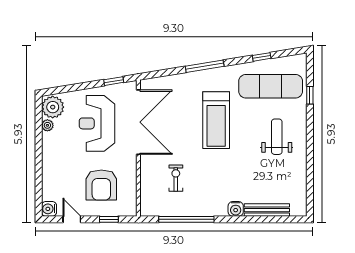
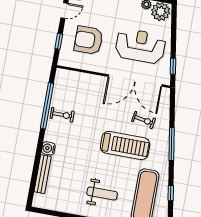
exercise bike: (182, 104) -> (144, 120), added
treadmill: (216, 120) -> (125, 146), turned 180
exercise bike: (176, 178) -> (62, 115), moved

